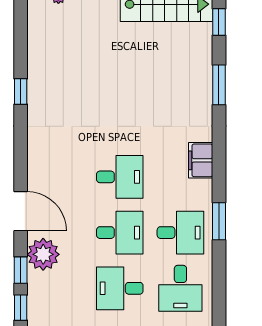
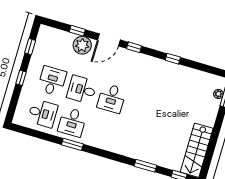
filing cabinet: (201, 160) -> (108, 144), removed
desk: (120, 233) -> (82, 90), turned 90
desk: (180, 288) -> (43, 113), turned 180
window: (21, 308) -> (134, 47), moved

